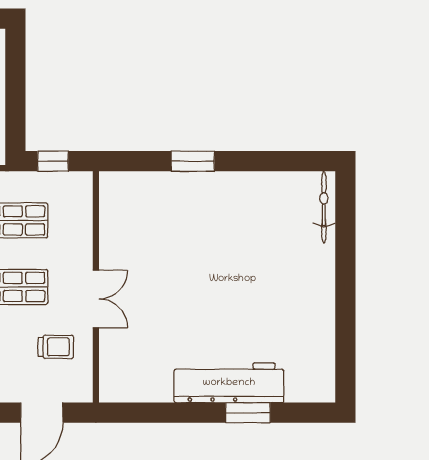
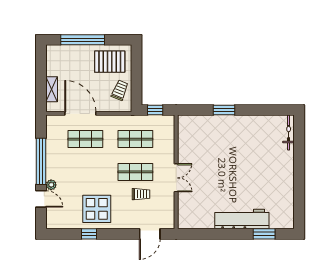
trolley: (56, 347) -> (141, 194), moved
window: (248, 413) -> (264, 234), moved

